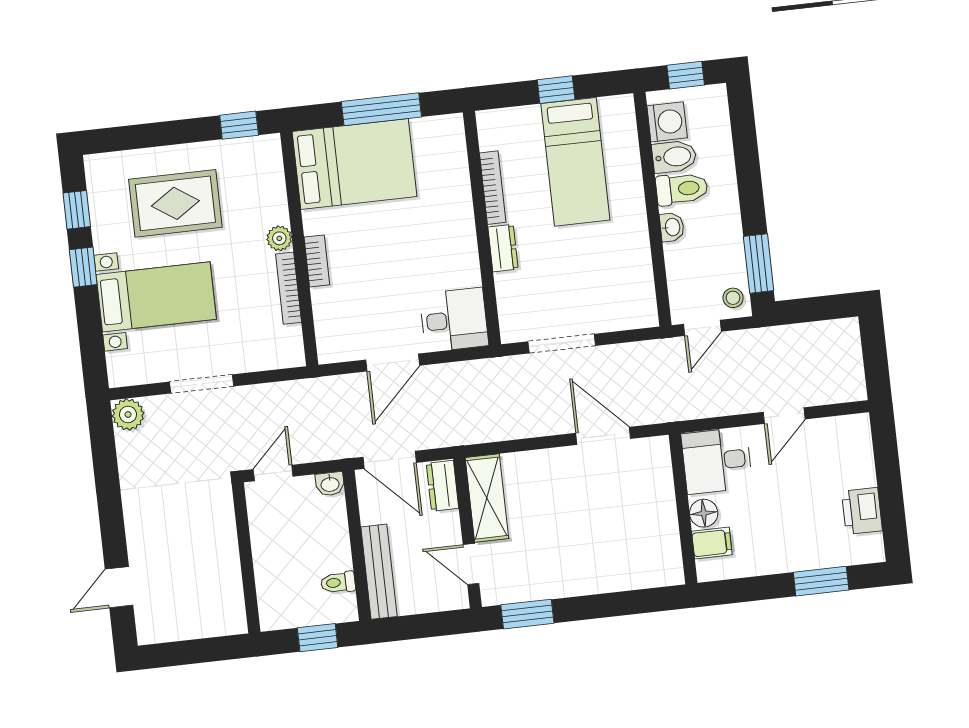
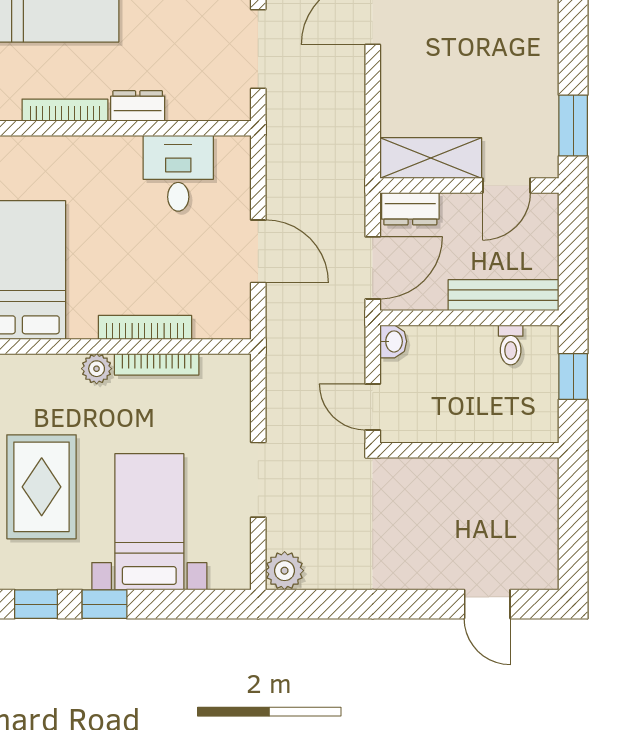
bookcase: (317, 261) -> (145, 327), width x1.56
desk: (454, 320) -> (178, 173), moved

